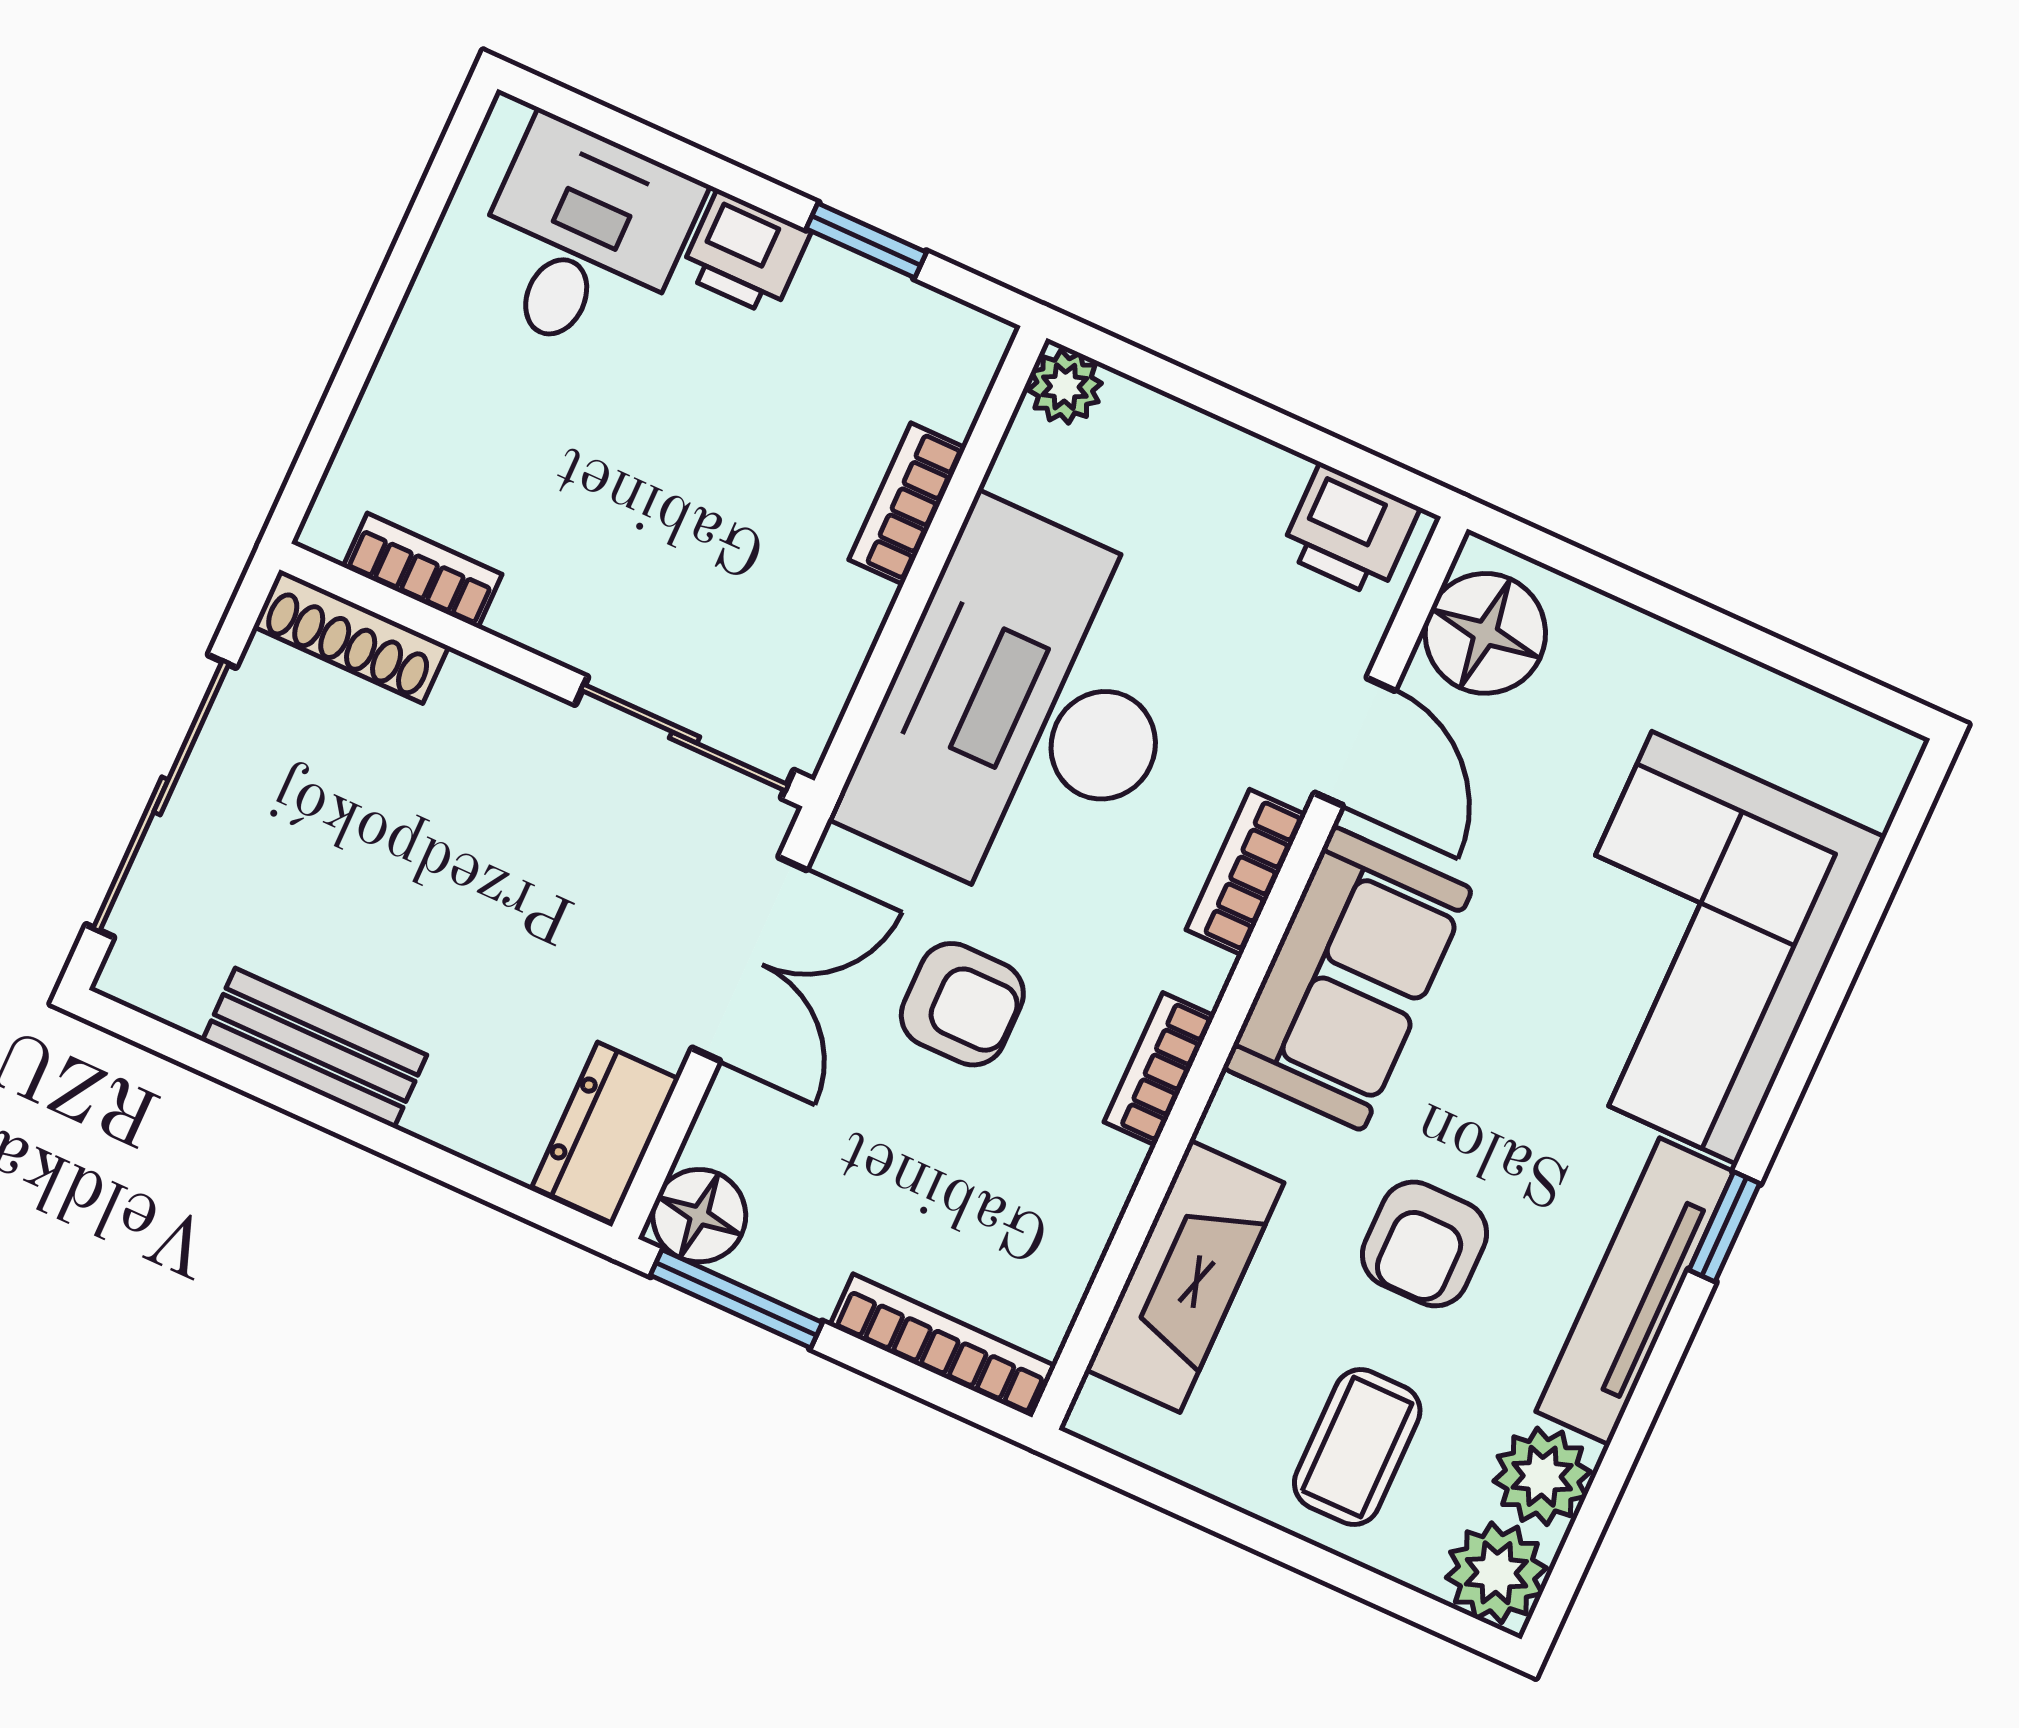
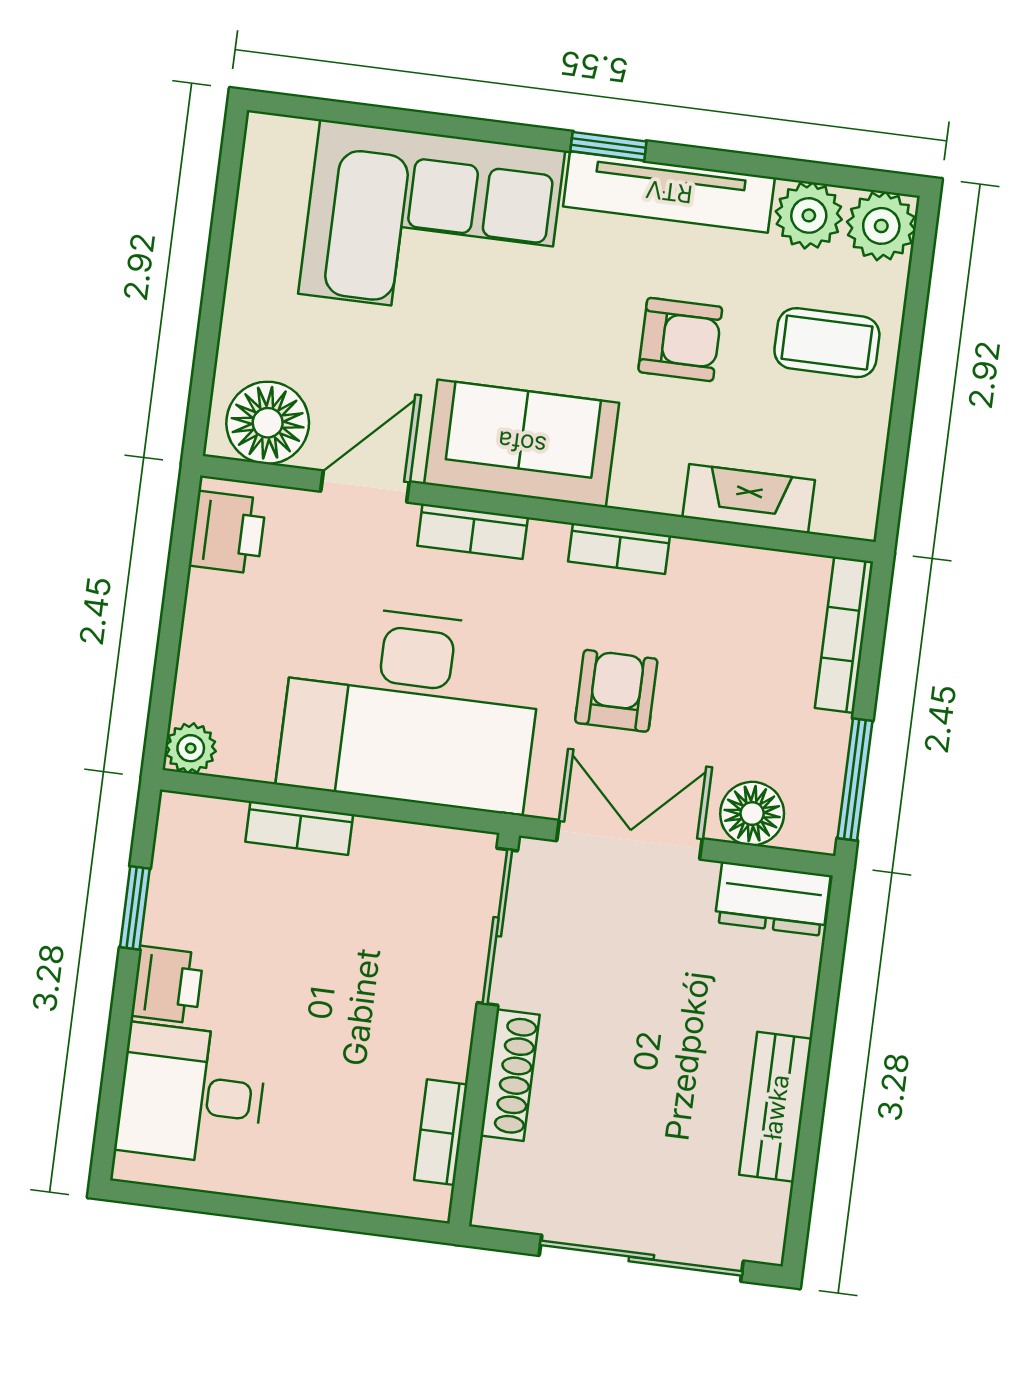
shoe rack: (351, 636) -> (510, 1075), moved
floor lamp: (699, 1216) -> (752, 814), moved
fireplace: (1185, 1276) -> (749, 499), width x0.73, depth x0.76

